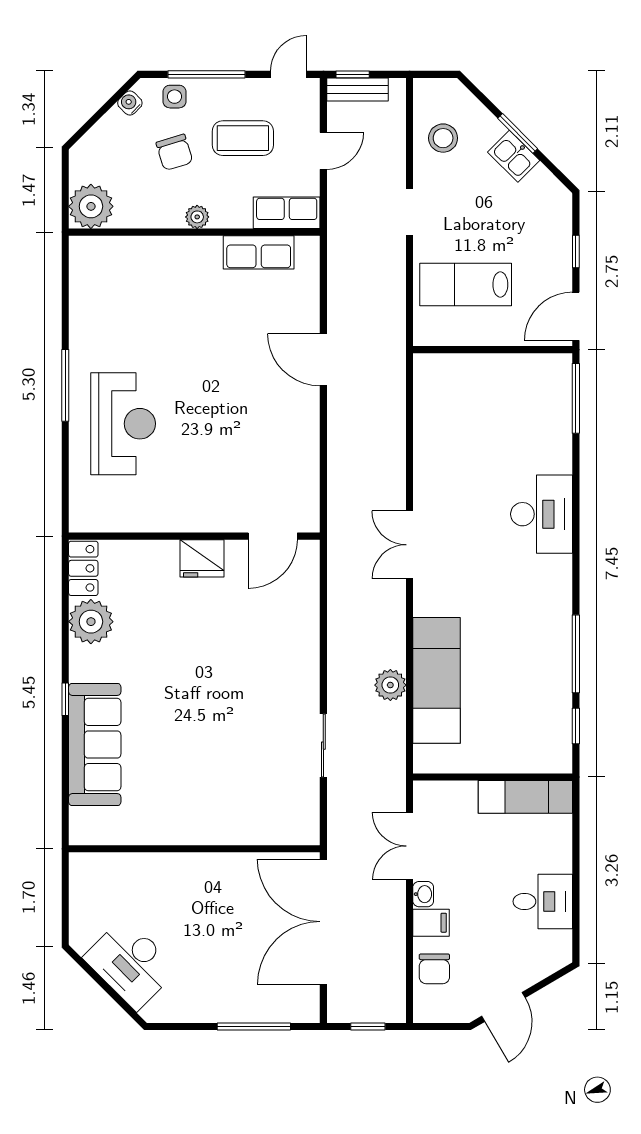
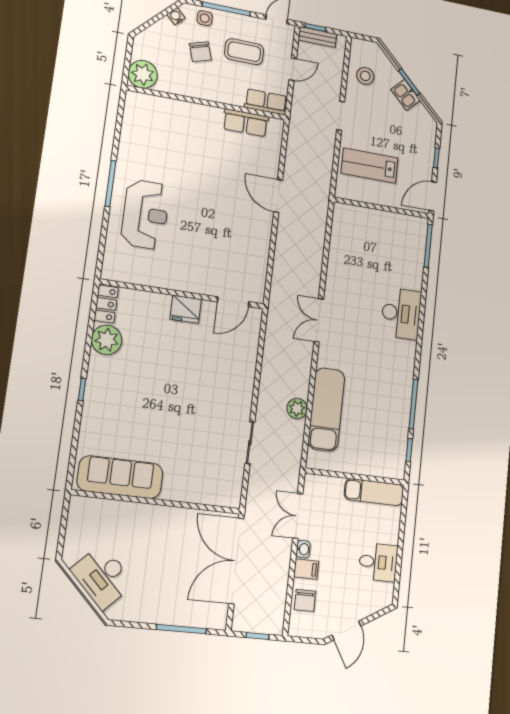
plant: (197, 217) -> (210, 94), removed
sofa: (95, 744) -> (120, 477), moved, turned -90

